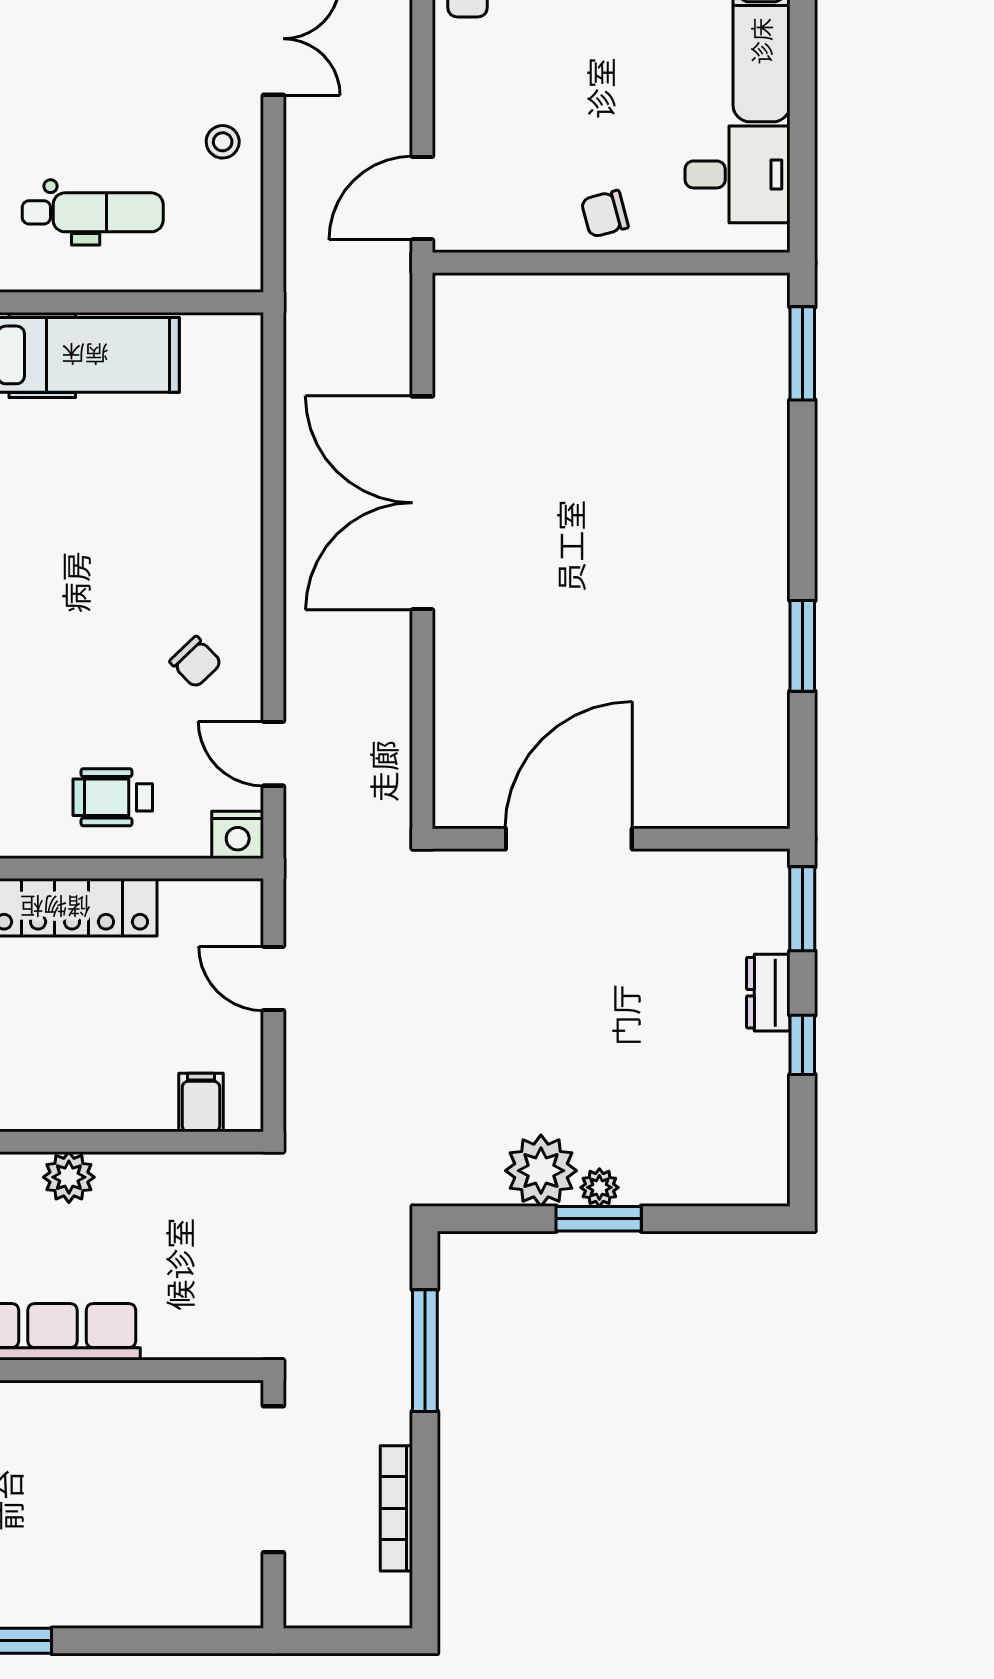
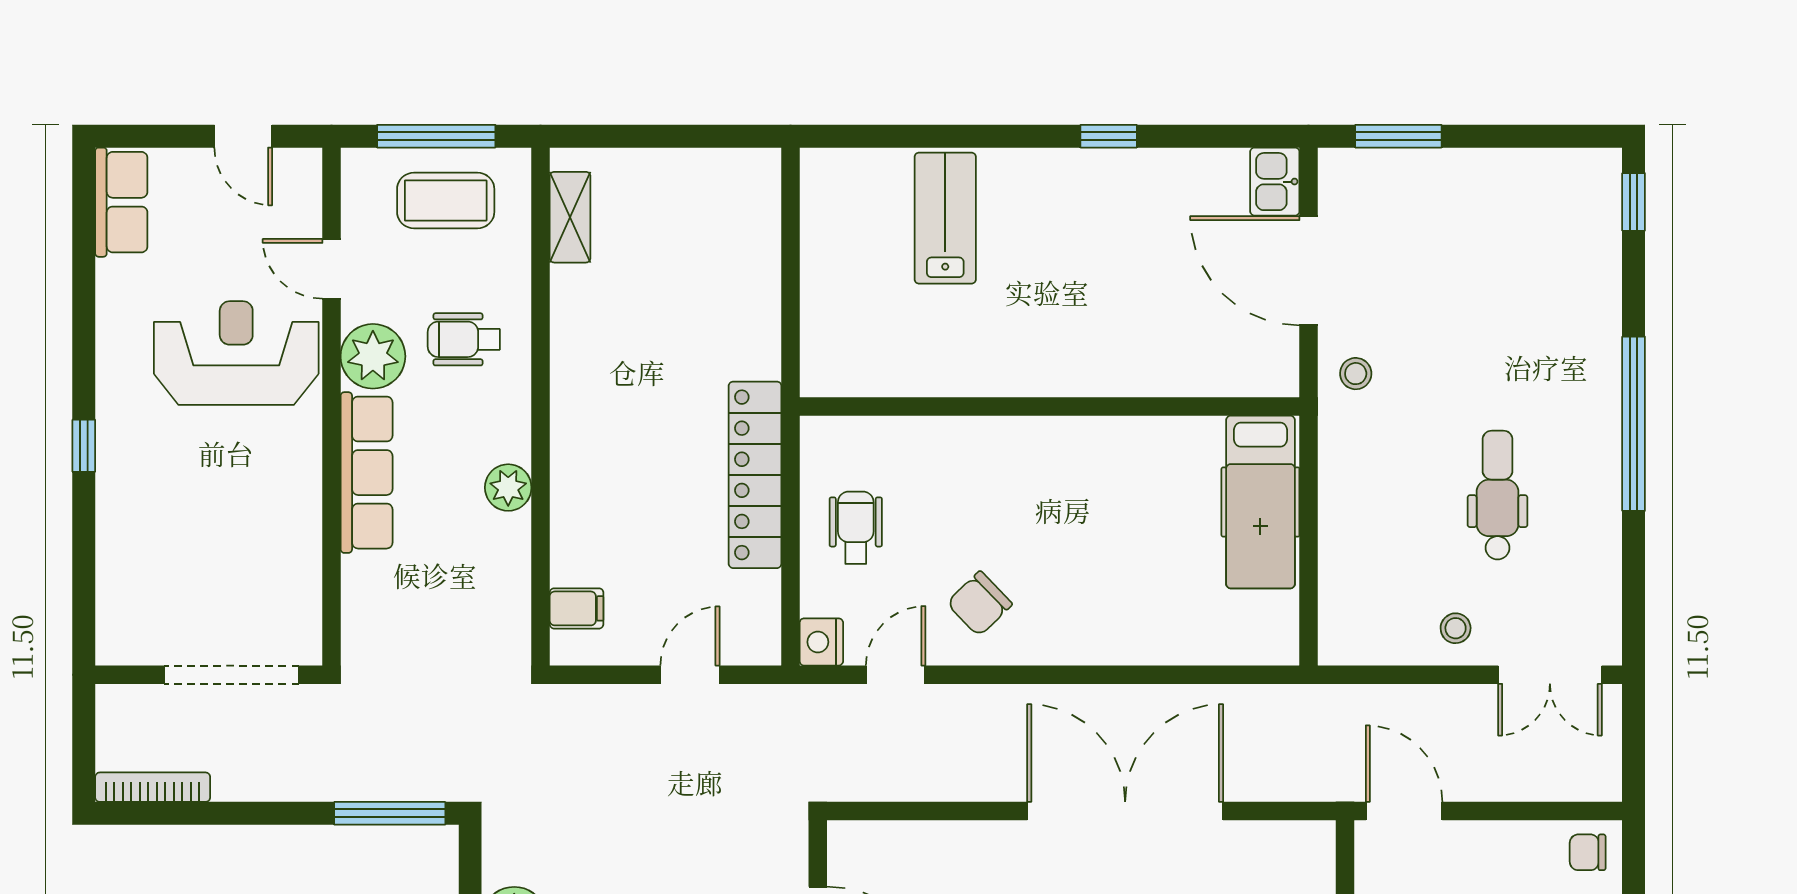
dental chair: (93, 212) -> (1498, 495), moved, turned 180
chair: (196, 662) -> (979, 604), width x1.37, depth x1.37
window: (425, 1351) -> (390, 813), moved
bookcase: (396, 1508) -> (153, 787), moved

